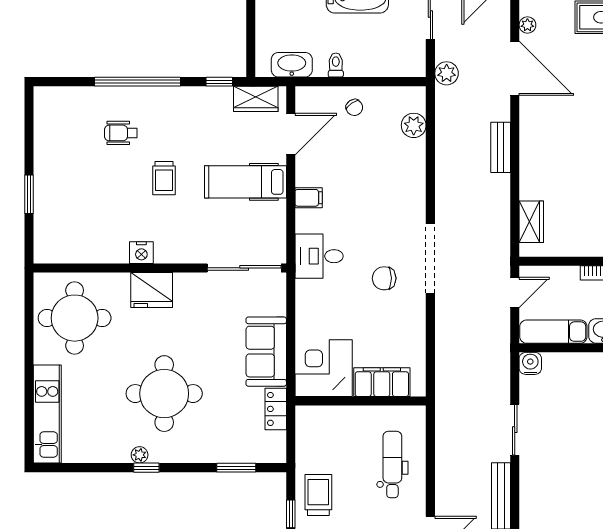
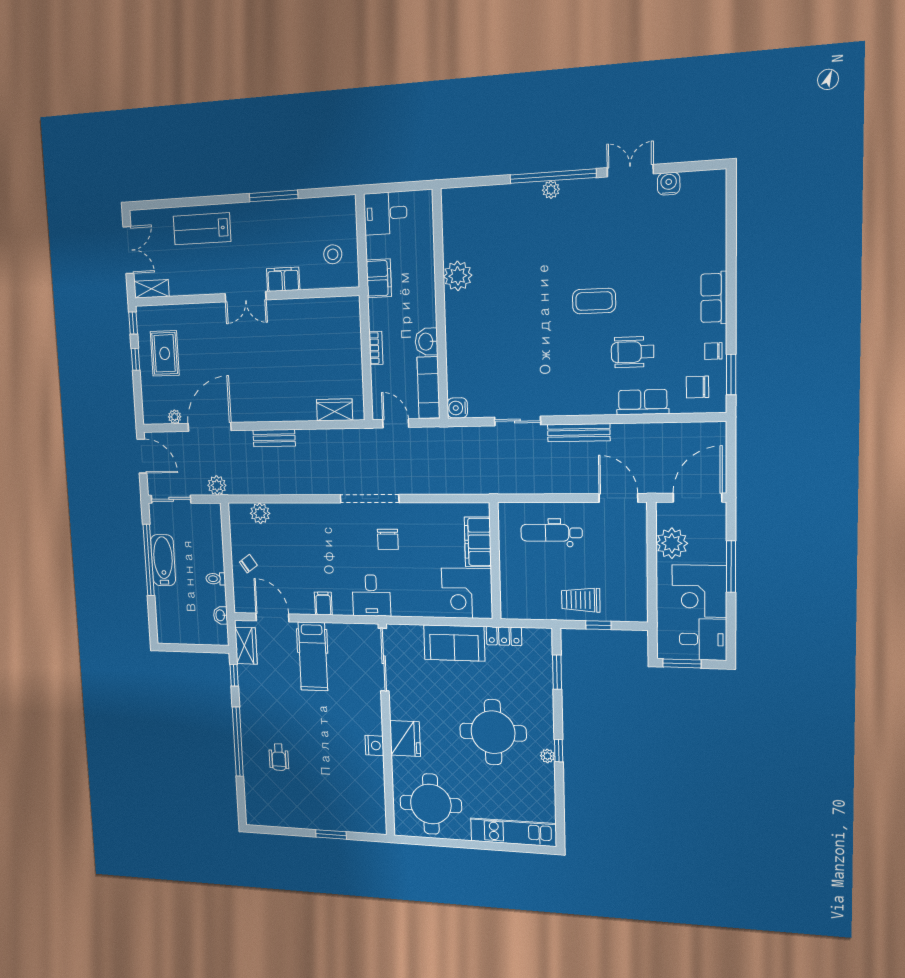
washbasin: (292, 65) -> (221, 615), width x0.52, depth x0.69
trolley: (164, 178) -> (313, 724), removed

